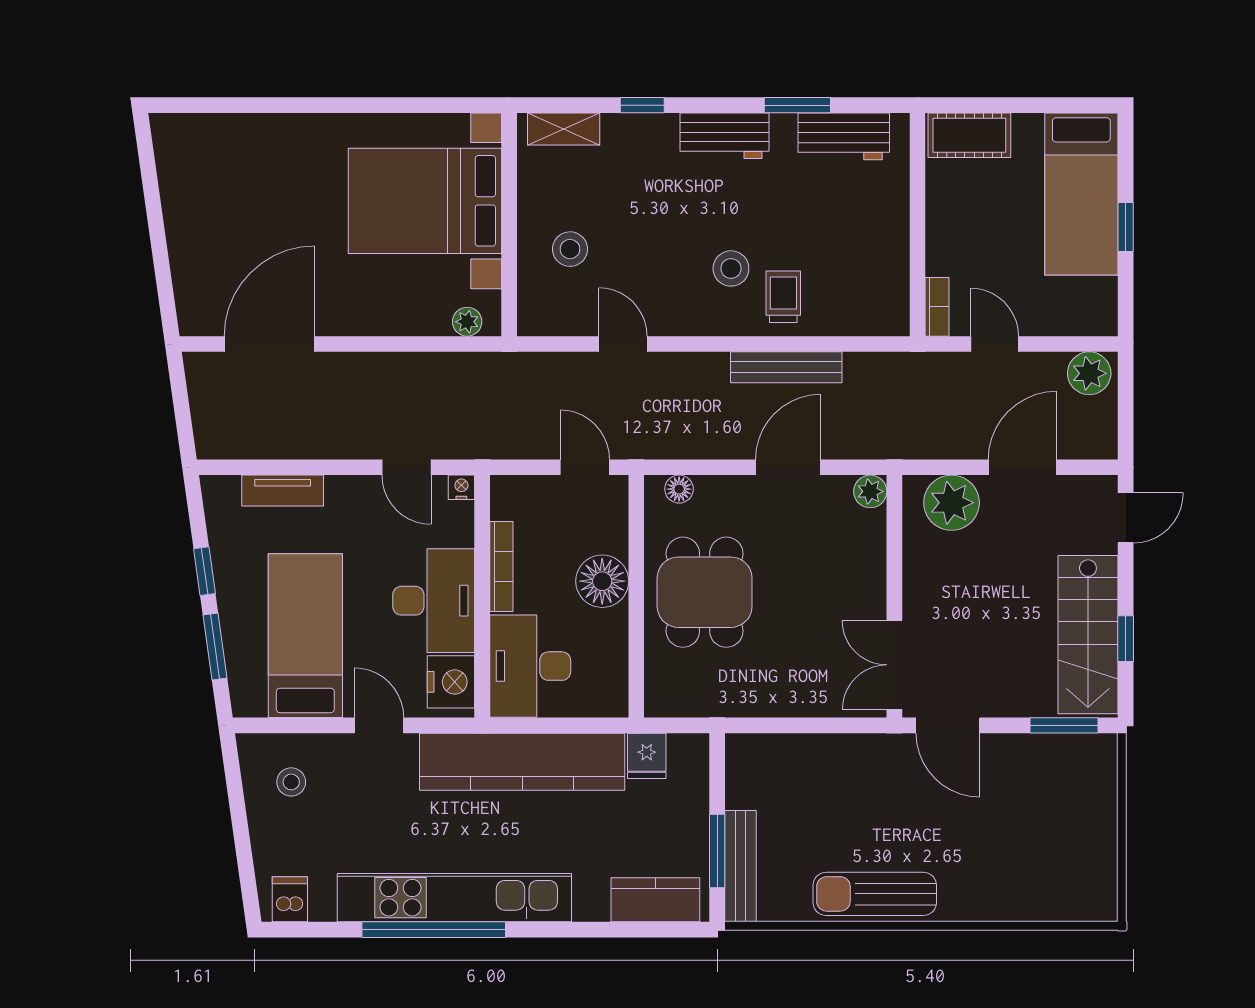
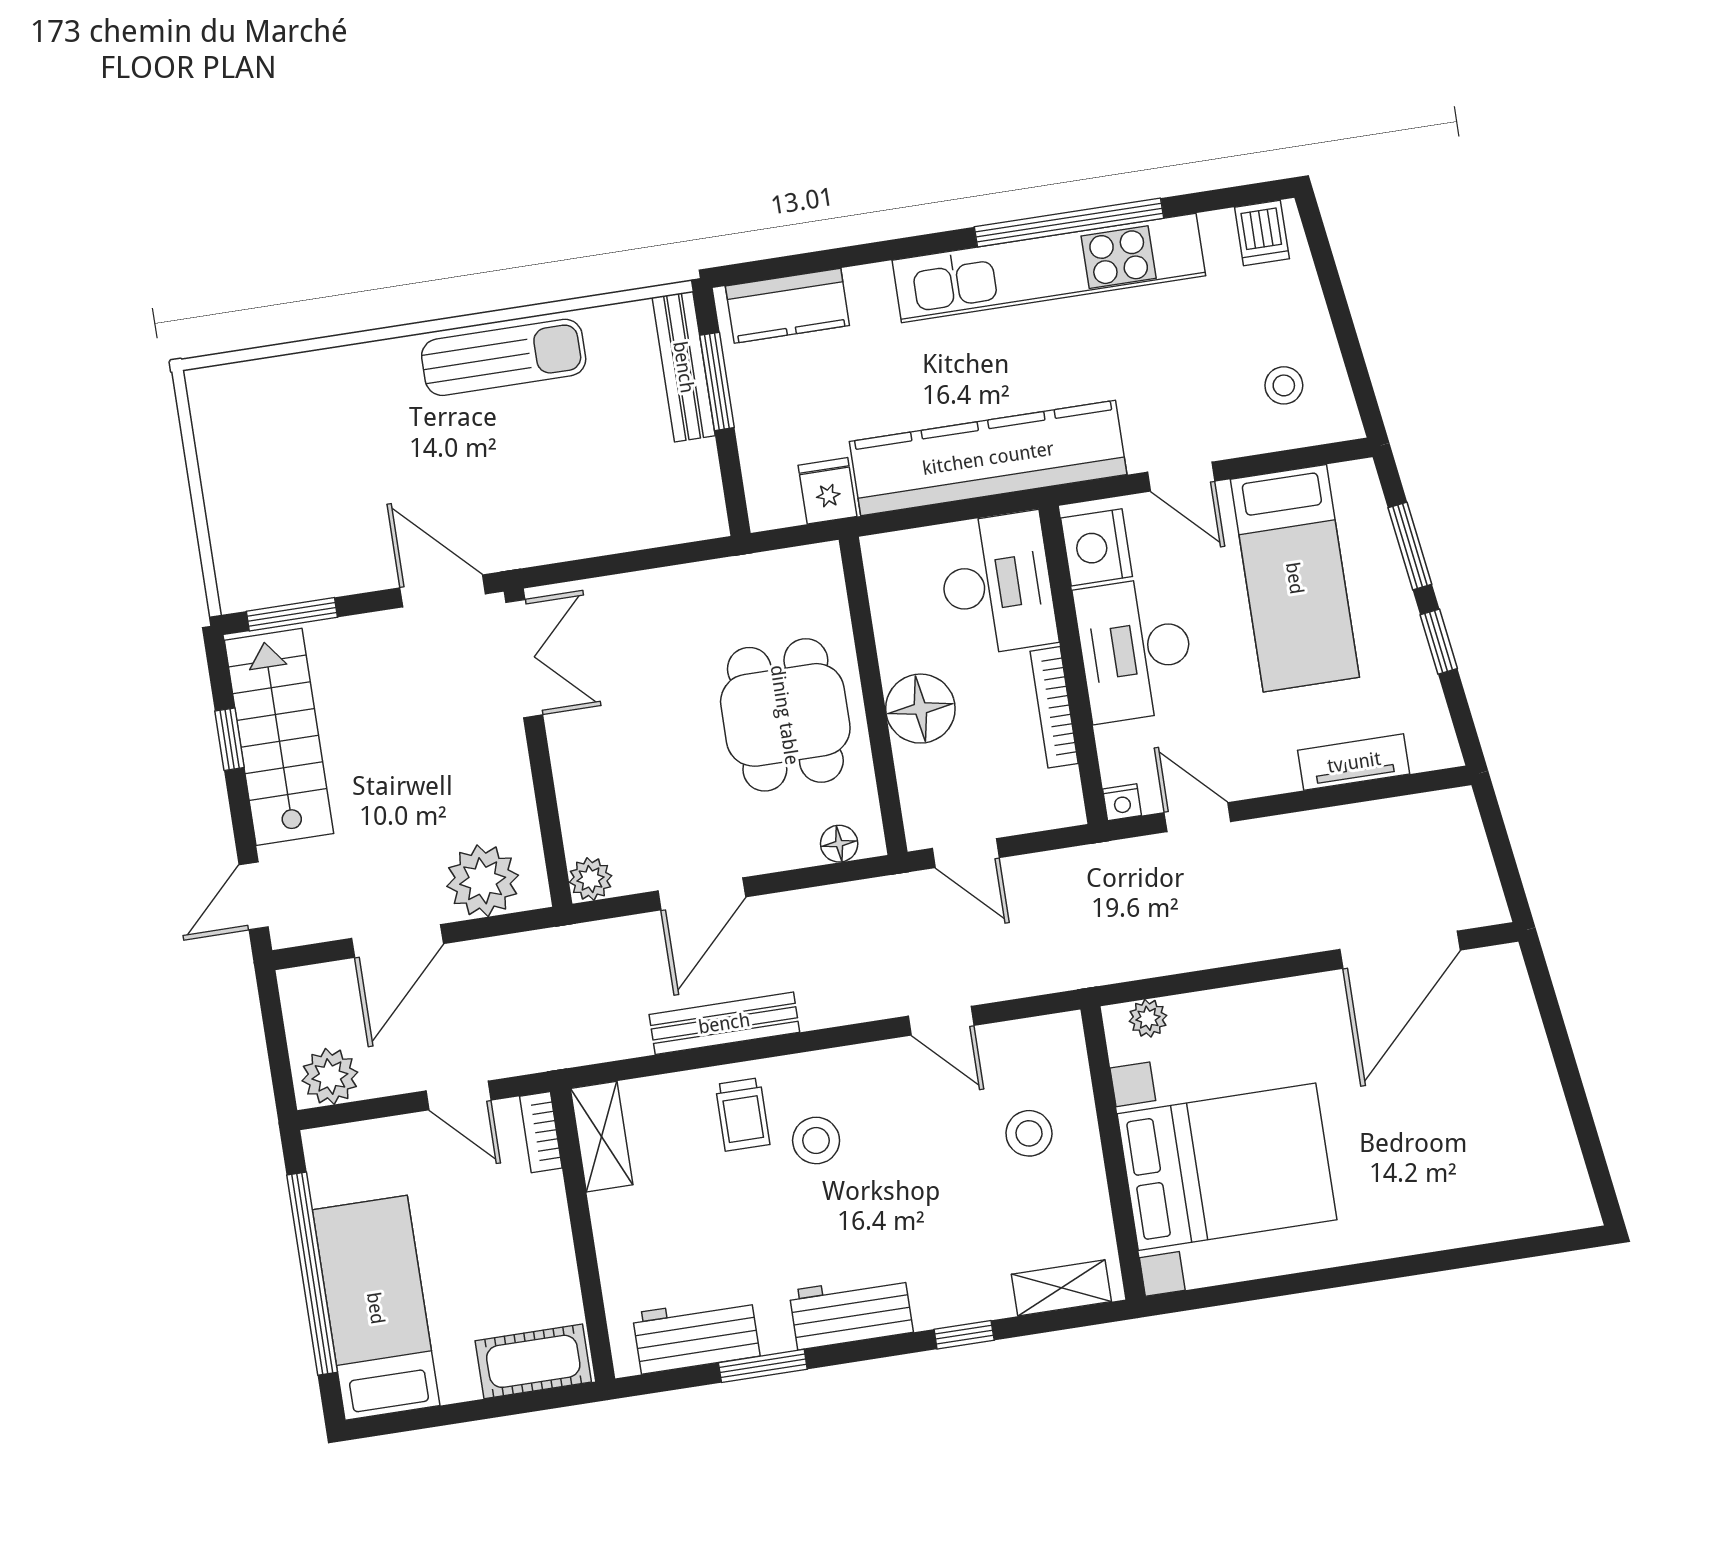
window: (1126, 227) -> (312, 1274), width x3.17
shelving: (892, 296) -> (602, 1137), added

